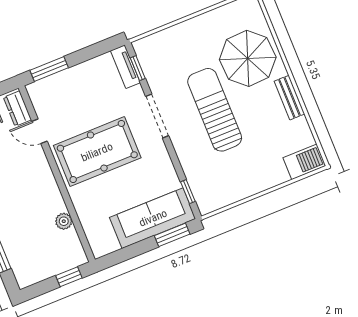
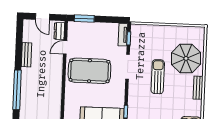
sun lounger: (215, 110) -> (158, 77), width x0.73, depth x0.75
door: (39, 131) -> (65, 47), hinge flipped
plant: (64, 221) -> (57, 98), removed

